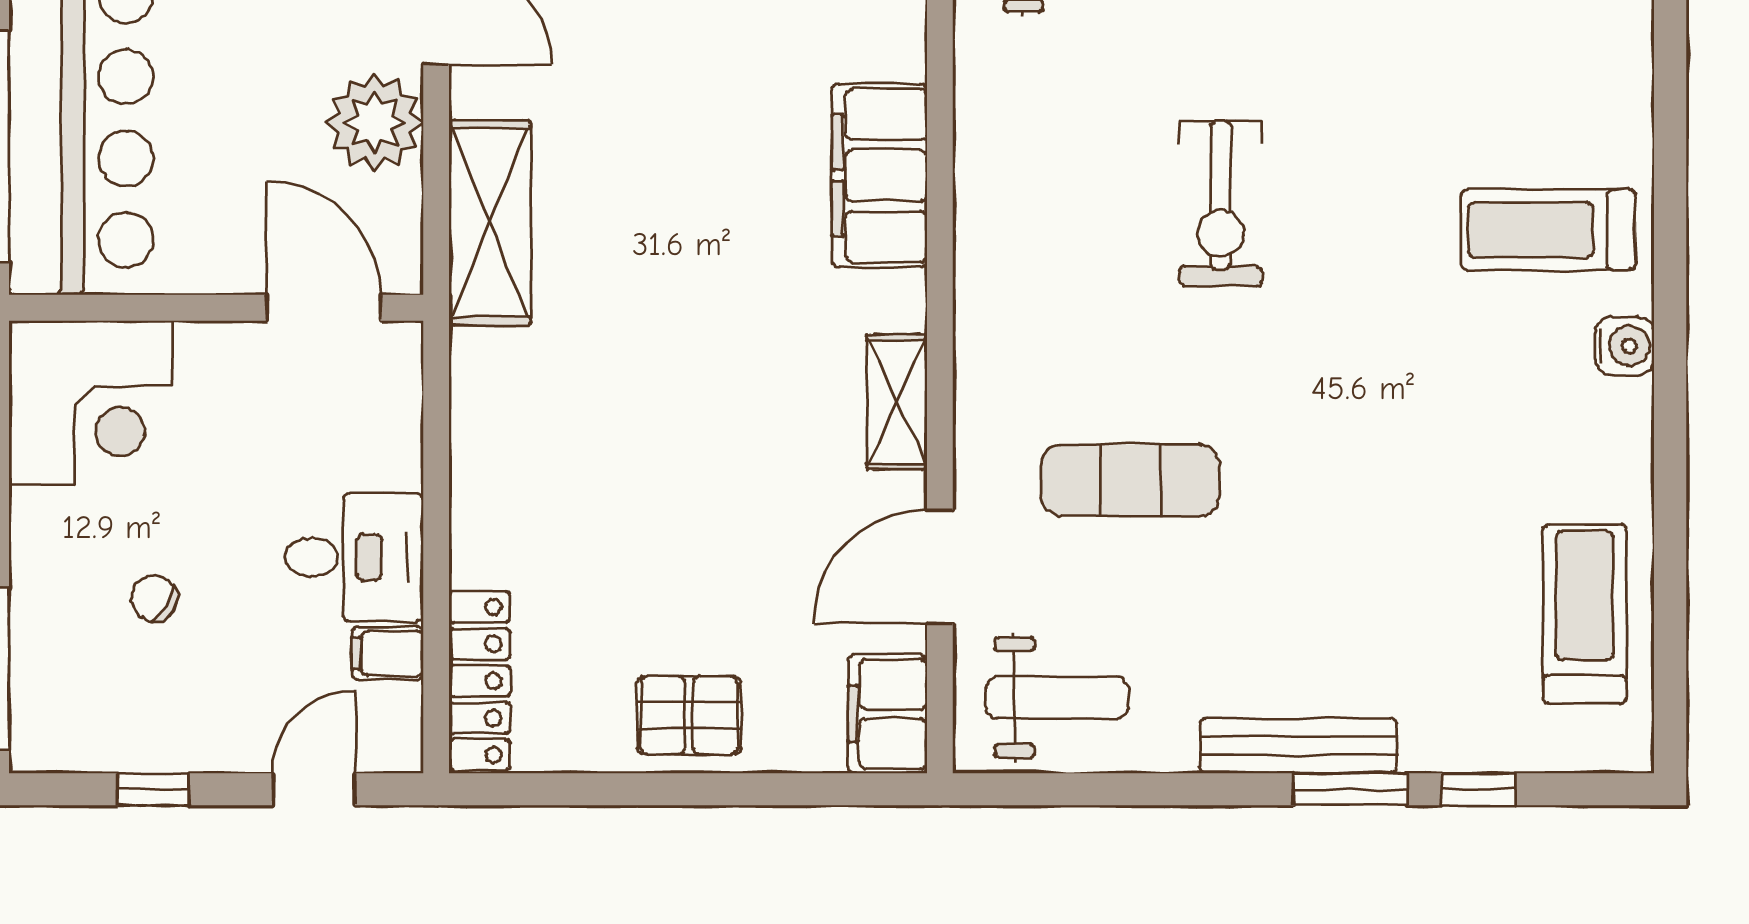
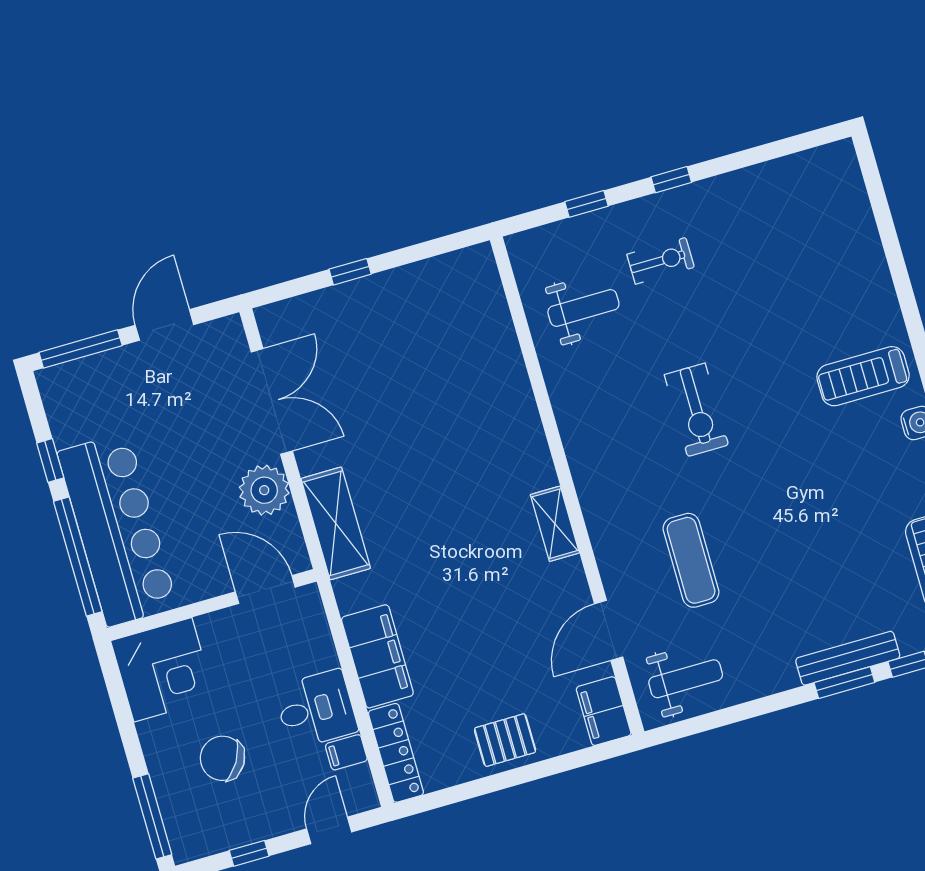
filing cabinet: (880, 176) -> (377, 656), moved, turned 180
shelving: (897, 402) -> (555, 524), moved
exercise mat: (1130, 480) -> (691, 560), turned 90
chair: (154, 599) -> (222, 758), width x1.87, depth x1.87
bench: (1298, 746) -> (848, 658), moved

